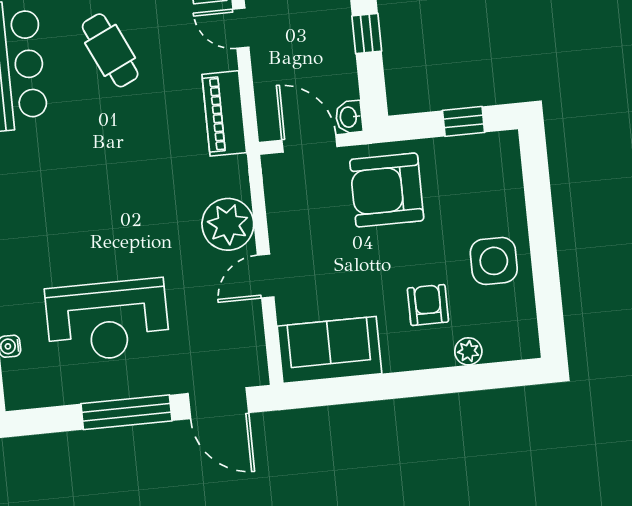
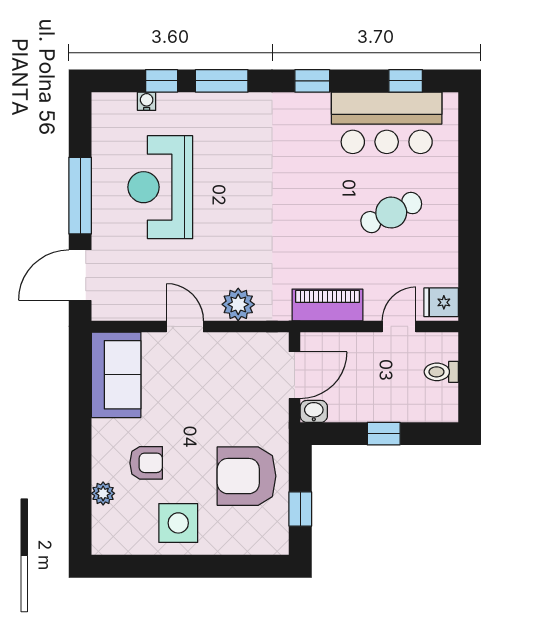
armchair: (387, 190) -> (246, 476), moved, turned -90
plant: (228, 224) -> (238, 304), width x0.73, depth x0.73

